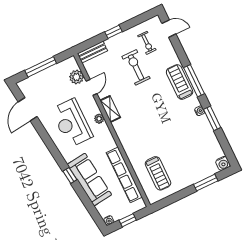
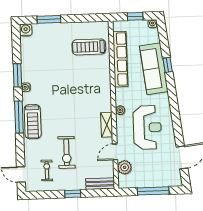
plant: (99, 119) -> (120, 110), moved
treadmill: (158, 173) -> (89, 47), turned -90
window: (70, 175) -> (168, 65), moved

